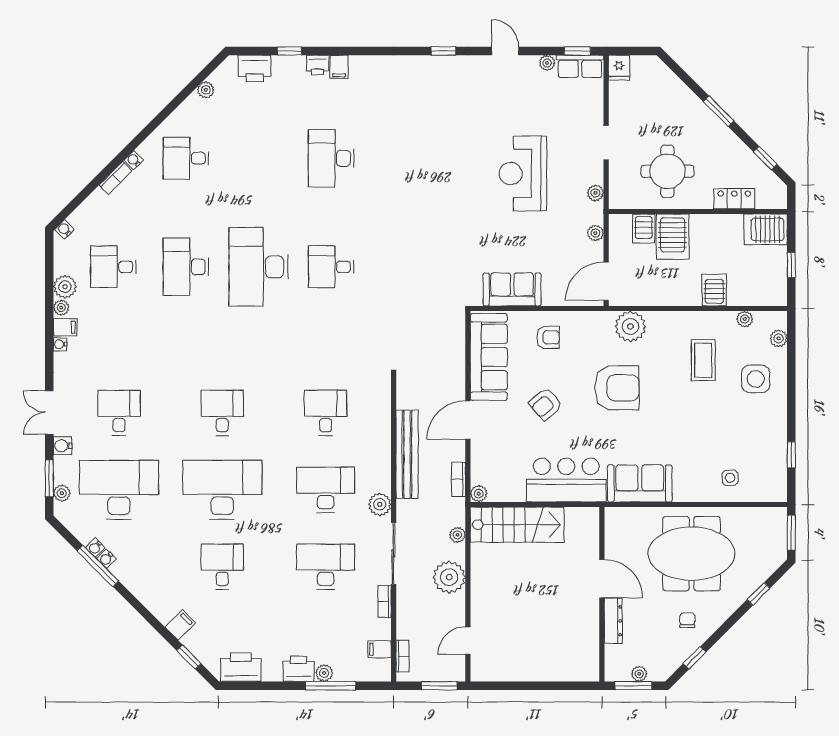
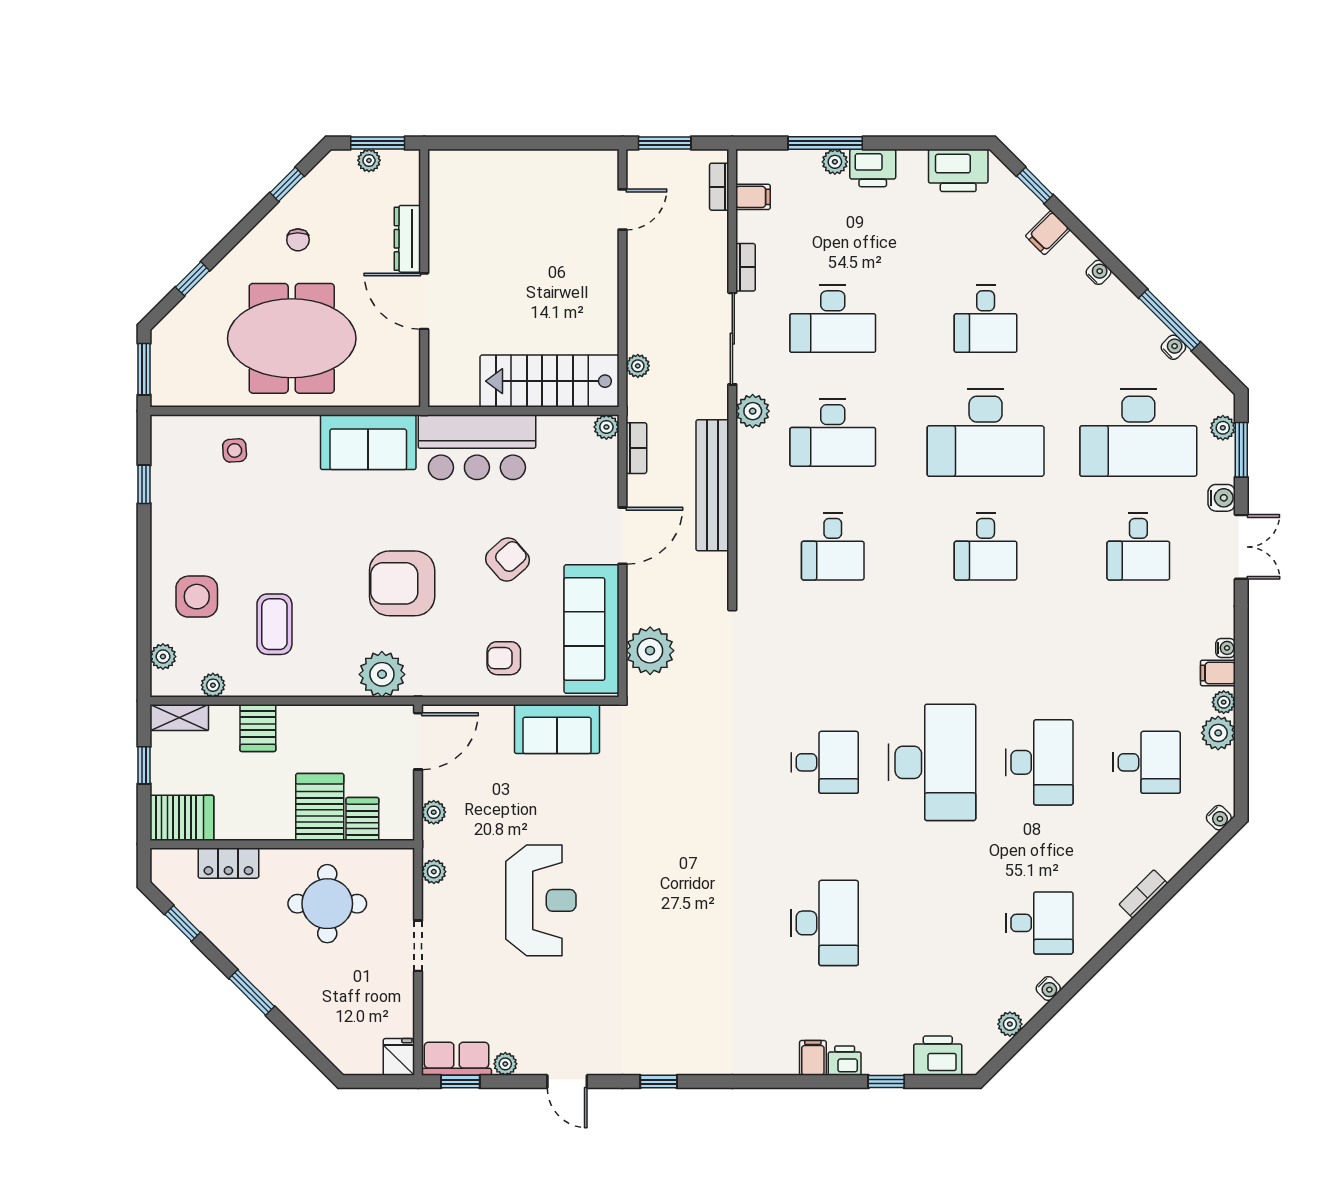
water cooler: (134, 160) -> (1048, 988), moved
shelving: (767, 297) -> (179, 718), added
water cooler: (106, 559) -> (1098, 272), moved
plant: (449, 577) -> (650, 651), moved

